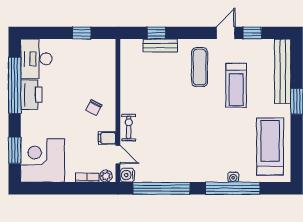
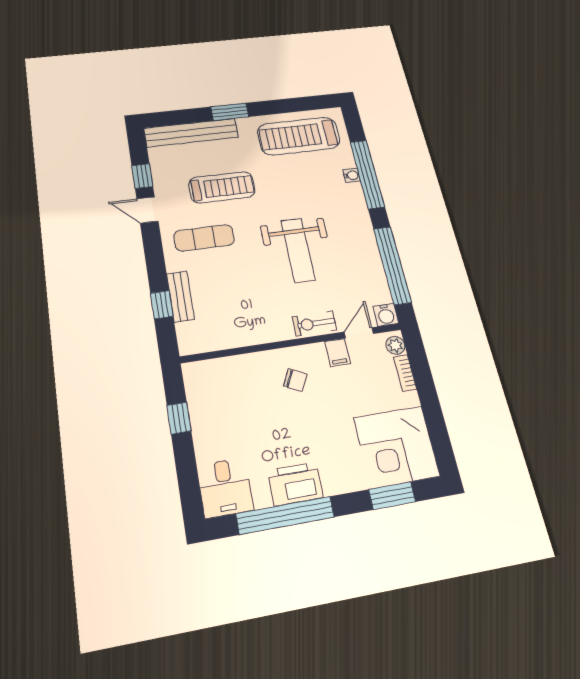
desk: (36, 59) -> (225, 488), width x0.73
weight bench: (182, 128) -> (298, 250), added

